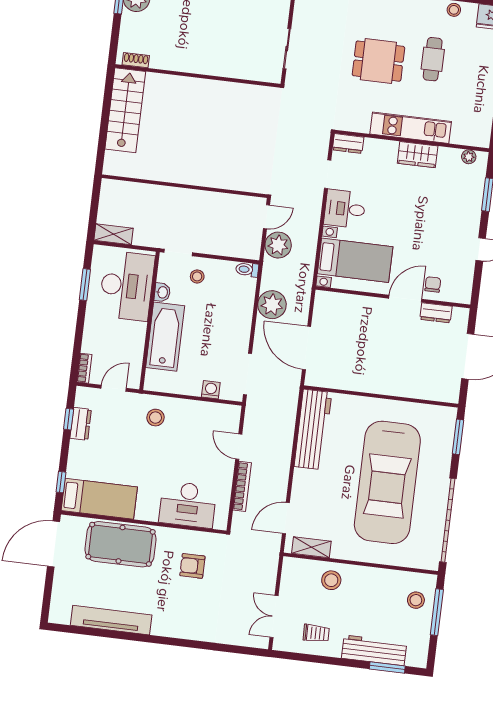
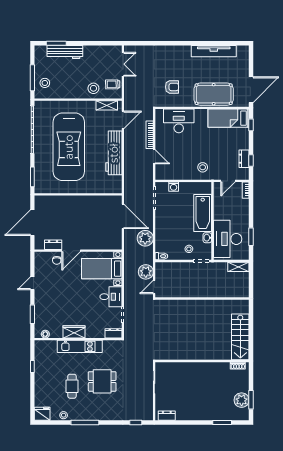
workbench: (313, 429) -> (114, 153), moved
car: (387, 482) -> (69, 147), turned 180
trolley: (316, 633) -> (113, 84), moved

